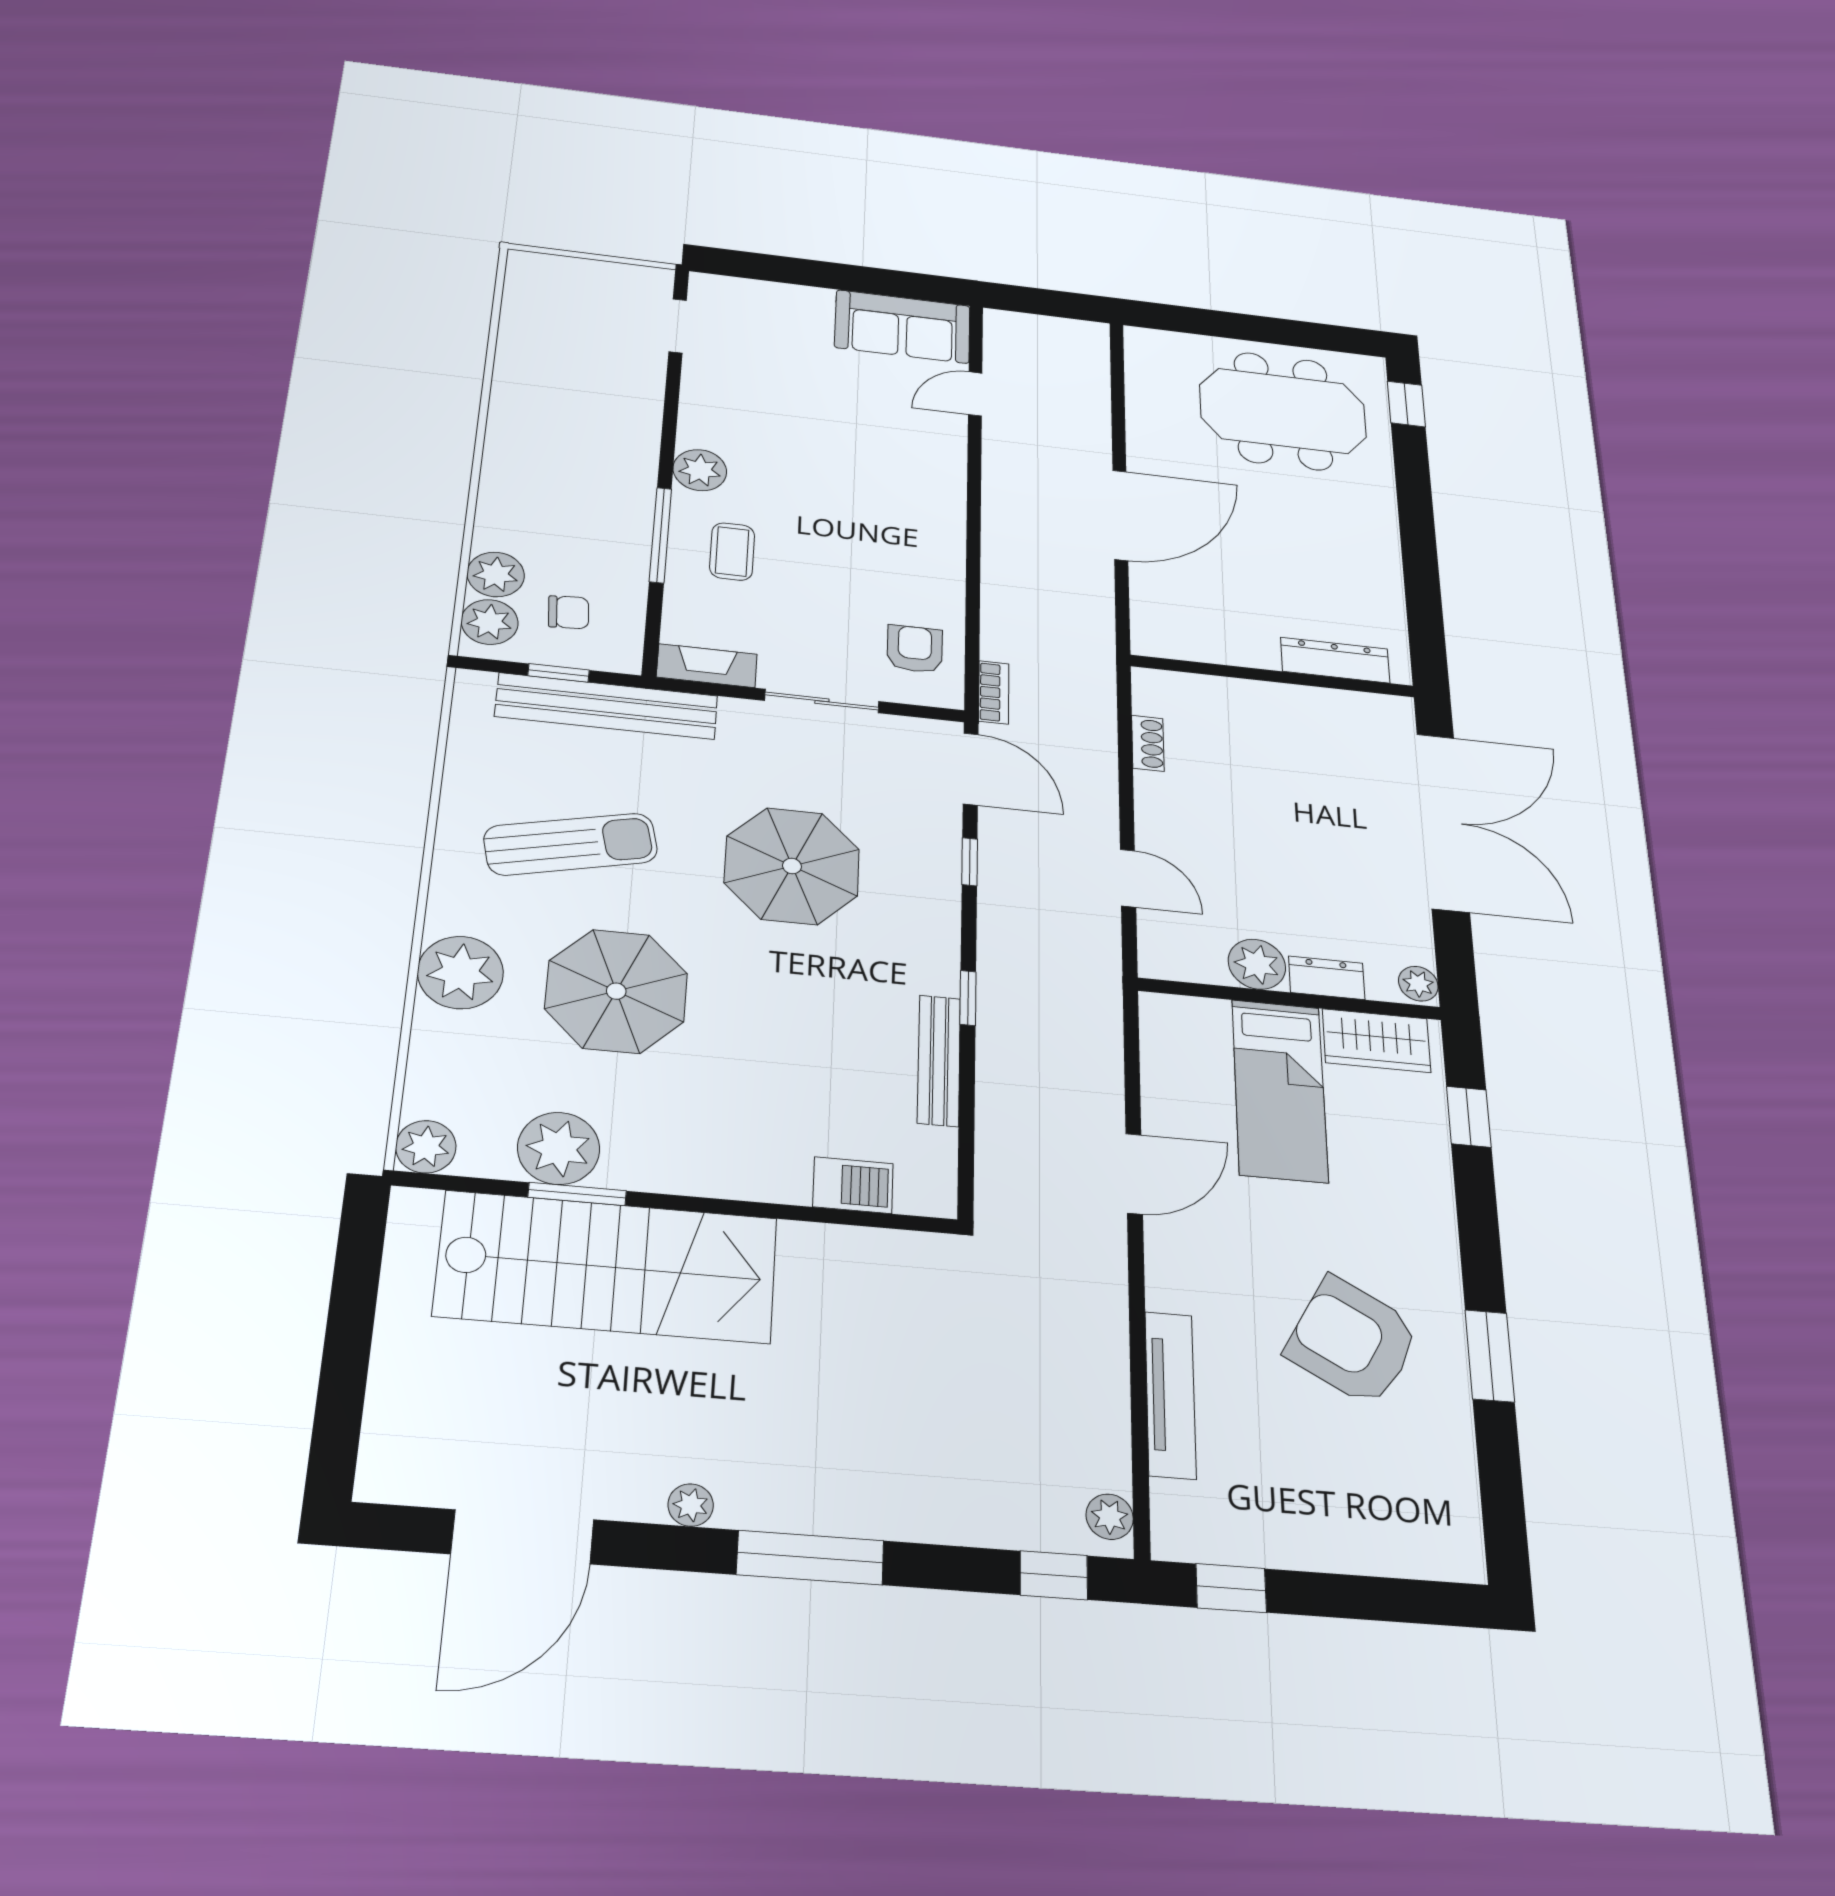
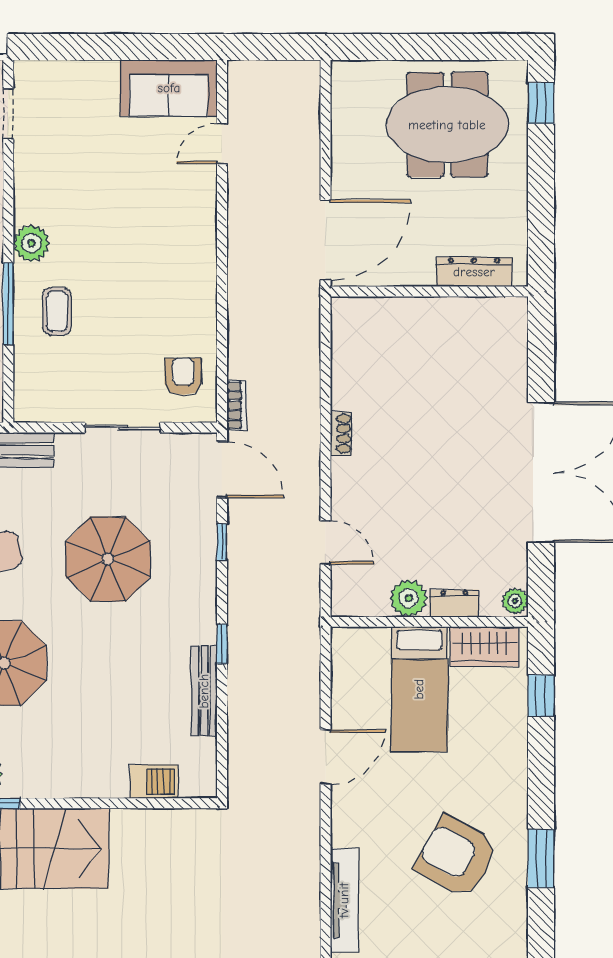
dresser: (1335, 660) -> (474, 272), moved
fireplace: (707, 666) -> (45, 409), removed
wall: (1273, 676) -> (429, 292), moved

